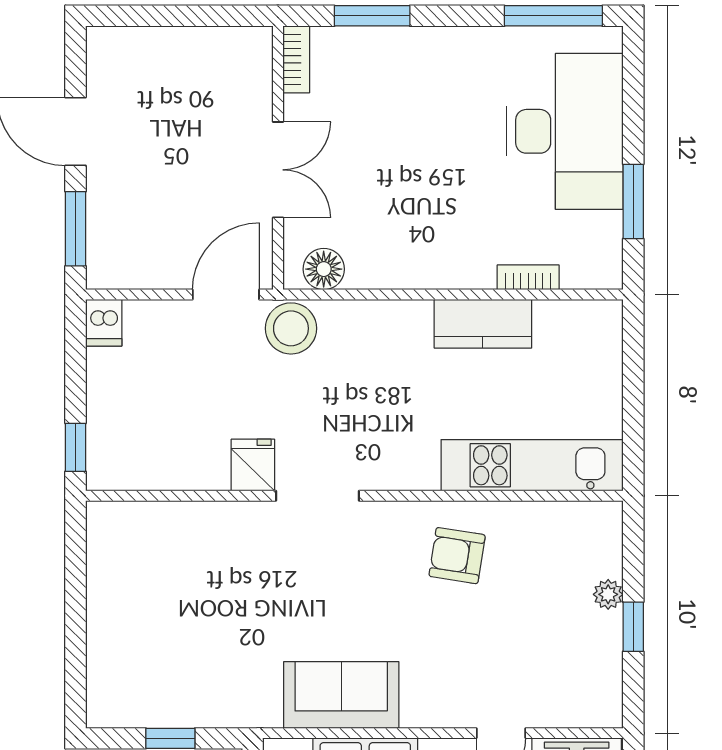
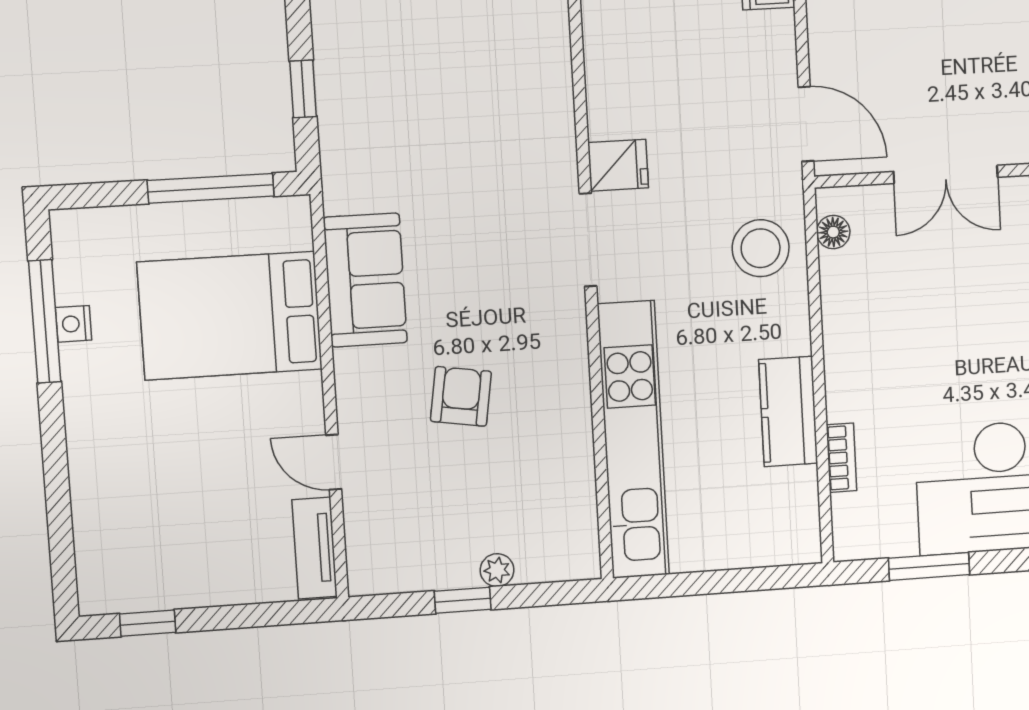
floor lamp: (324, 269) -> (833, 232), width x0.73, depth x0.73
stool: (291, 328) -> (761, 248), moved
kitchen unit: (532, 465) -> (633, 440), width x1.36
armchair: (457, 556) -> (461, 396), moved

